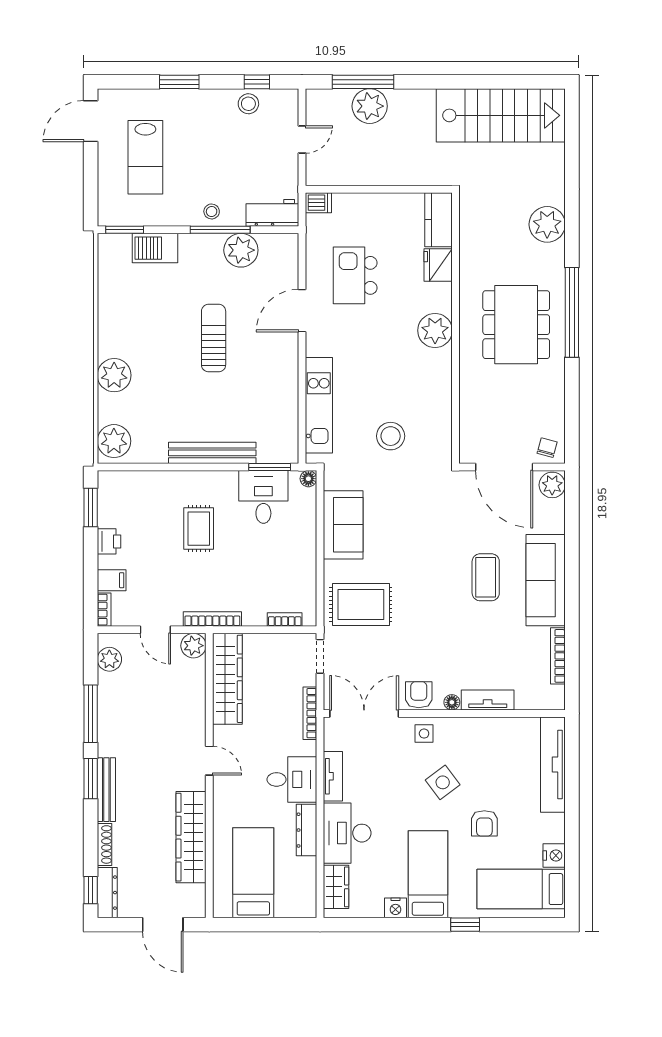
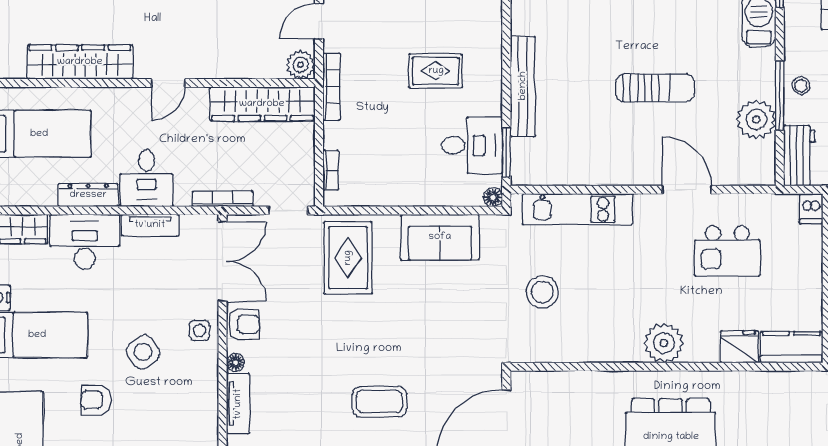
kitchen island: (355, 275) -> (727, 251), turned 180

